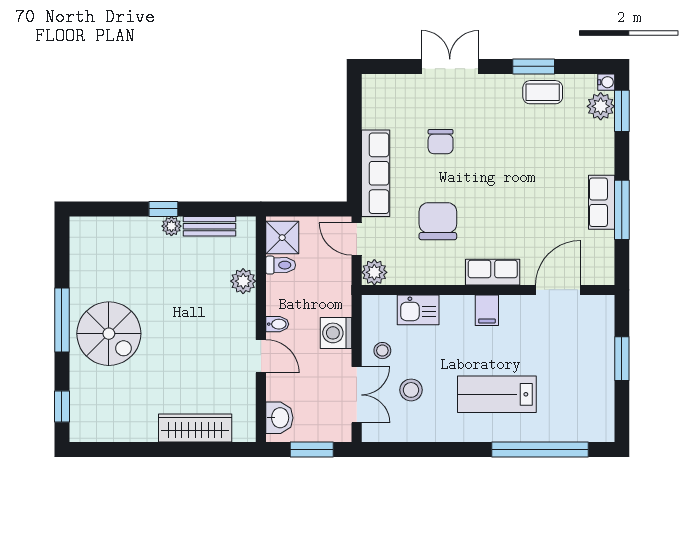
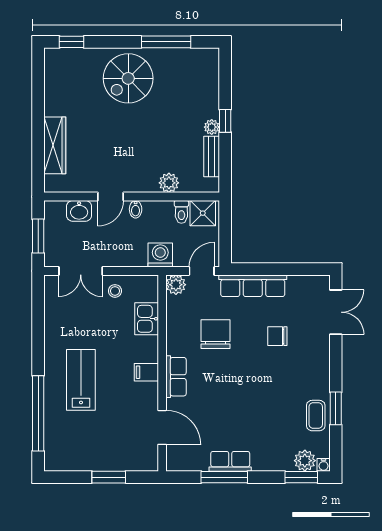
double door: (450, 66) -> (336, 312), moved
chair: (438, 221) -> (215, 334), turned -90
window: (62, 320) -> (166, 42), moved
washing machine: (336, 333) -> (160, 255), moved
stool: (411, 390) -> (84, 313), removed
washbasin: (279, 418) -> (79, 211), moved

